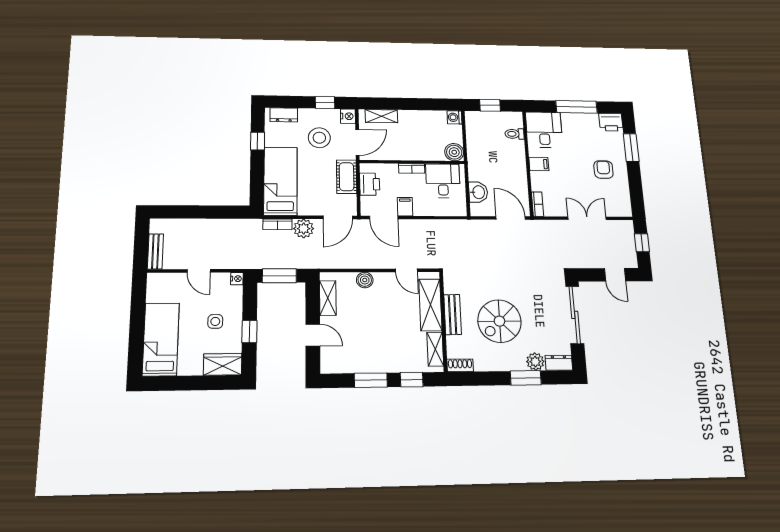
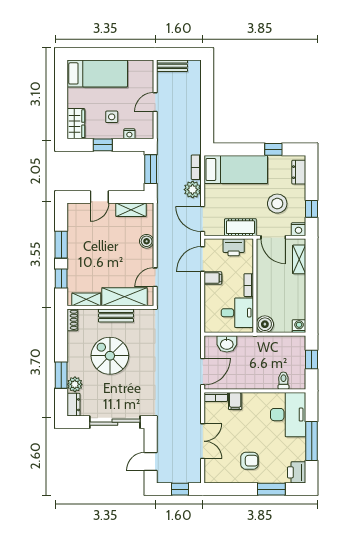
desk: (544, 130) -> (288, 415), width x1.37
filing cabinet: (539, 164) -> (235, 401), moved
nightstand: (237, 279) -> (129, 134), moved

